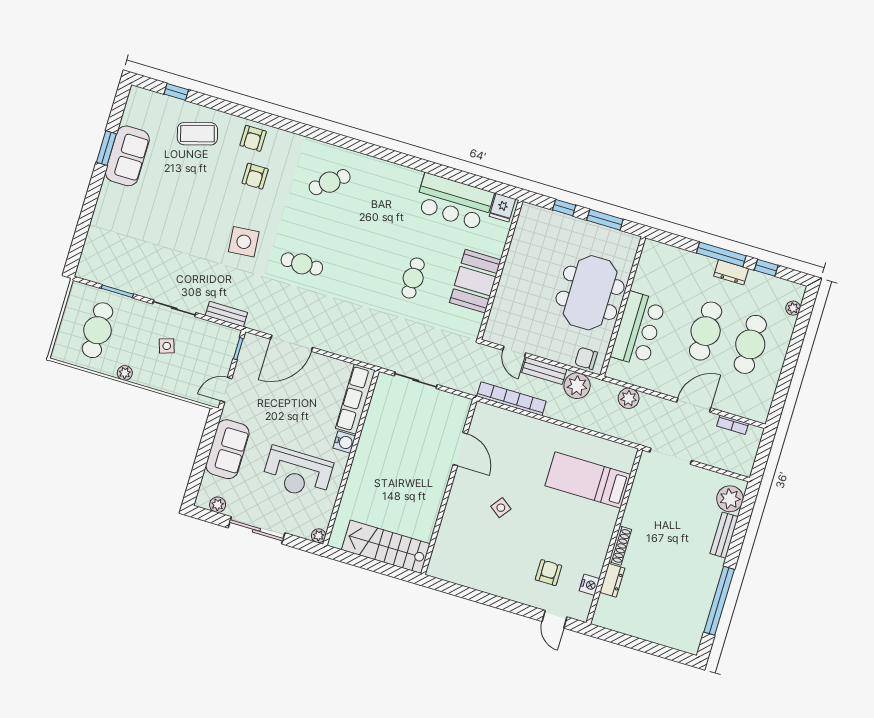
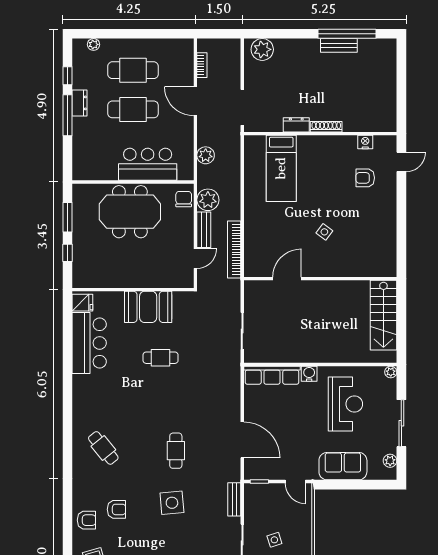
chair: (586, 358) -> (184, 199), turned 180
bench: (724, 535) -> (339, 45), moved
dresser: (612, 580) -> (296, 125), moved

